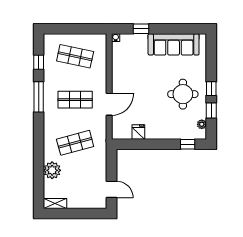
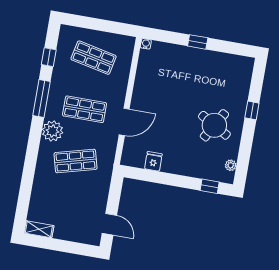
window: (141, 29) -> (198, 42), moved
sofa: (174, 44) -> (214, 64), removed
window: (211, 89) -> (252, 110), moved
round table: (183, 94) -> (214, 125), turned 30
window: (211, 110) -> (245, 151), removed
plant: (52, 170) -> (52, 131), moved

